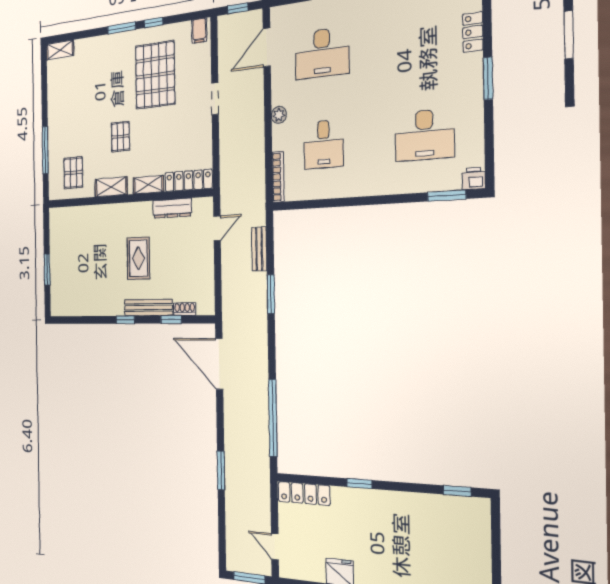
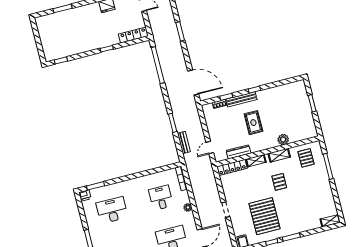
plant: (100, 215) -> (283, 140), added

